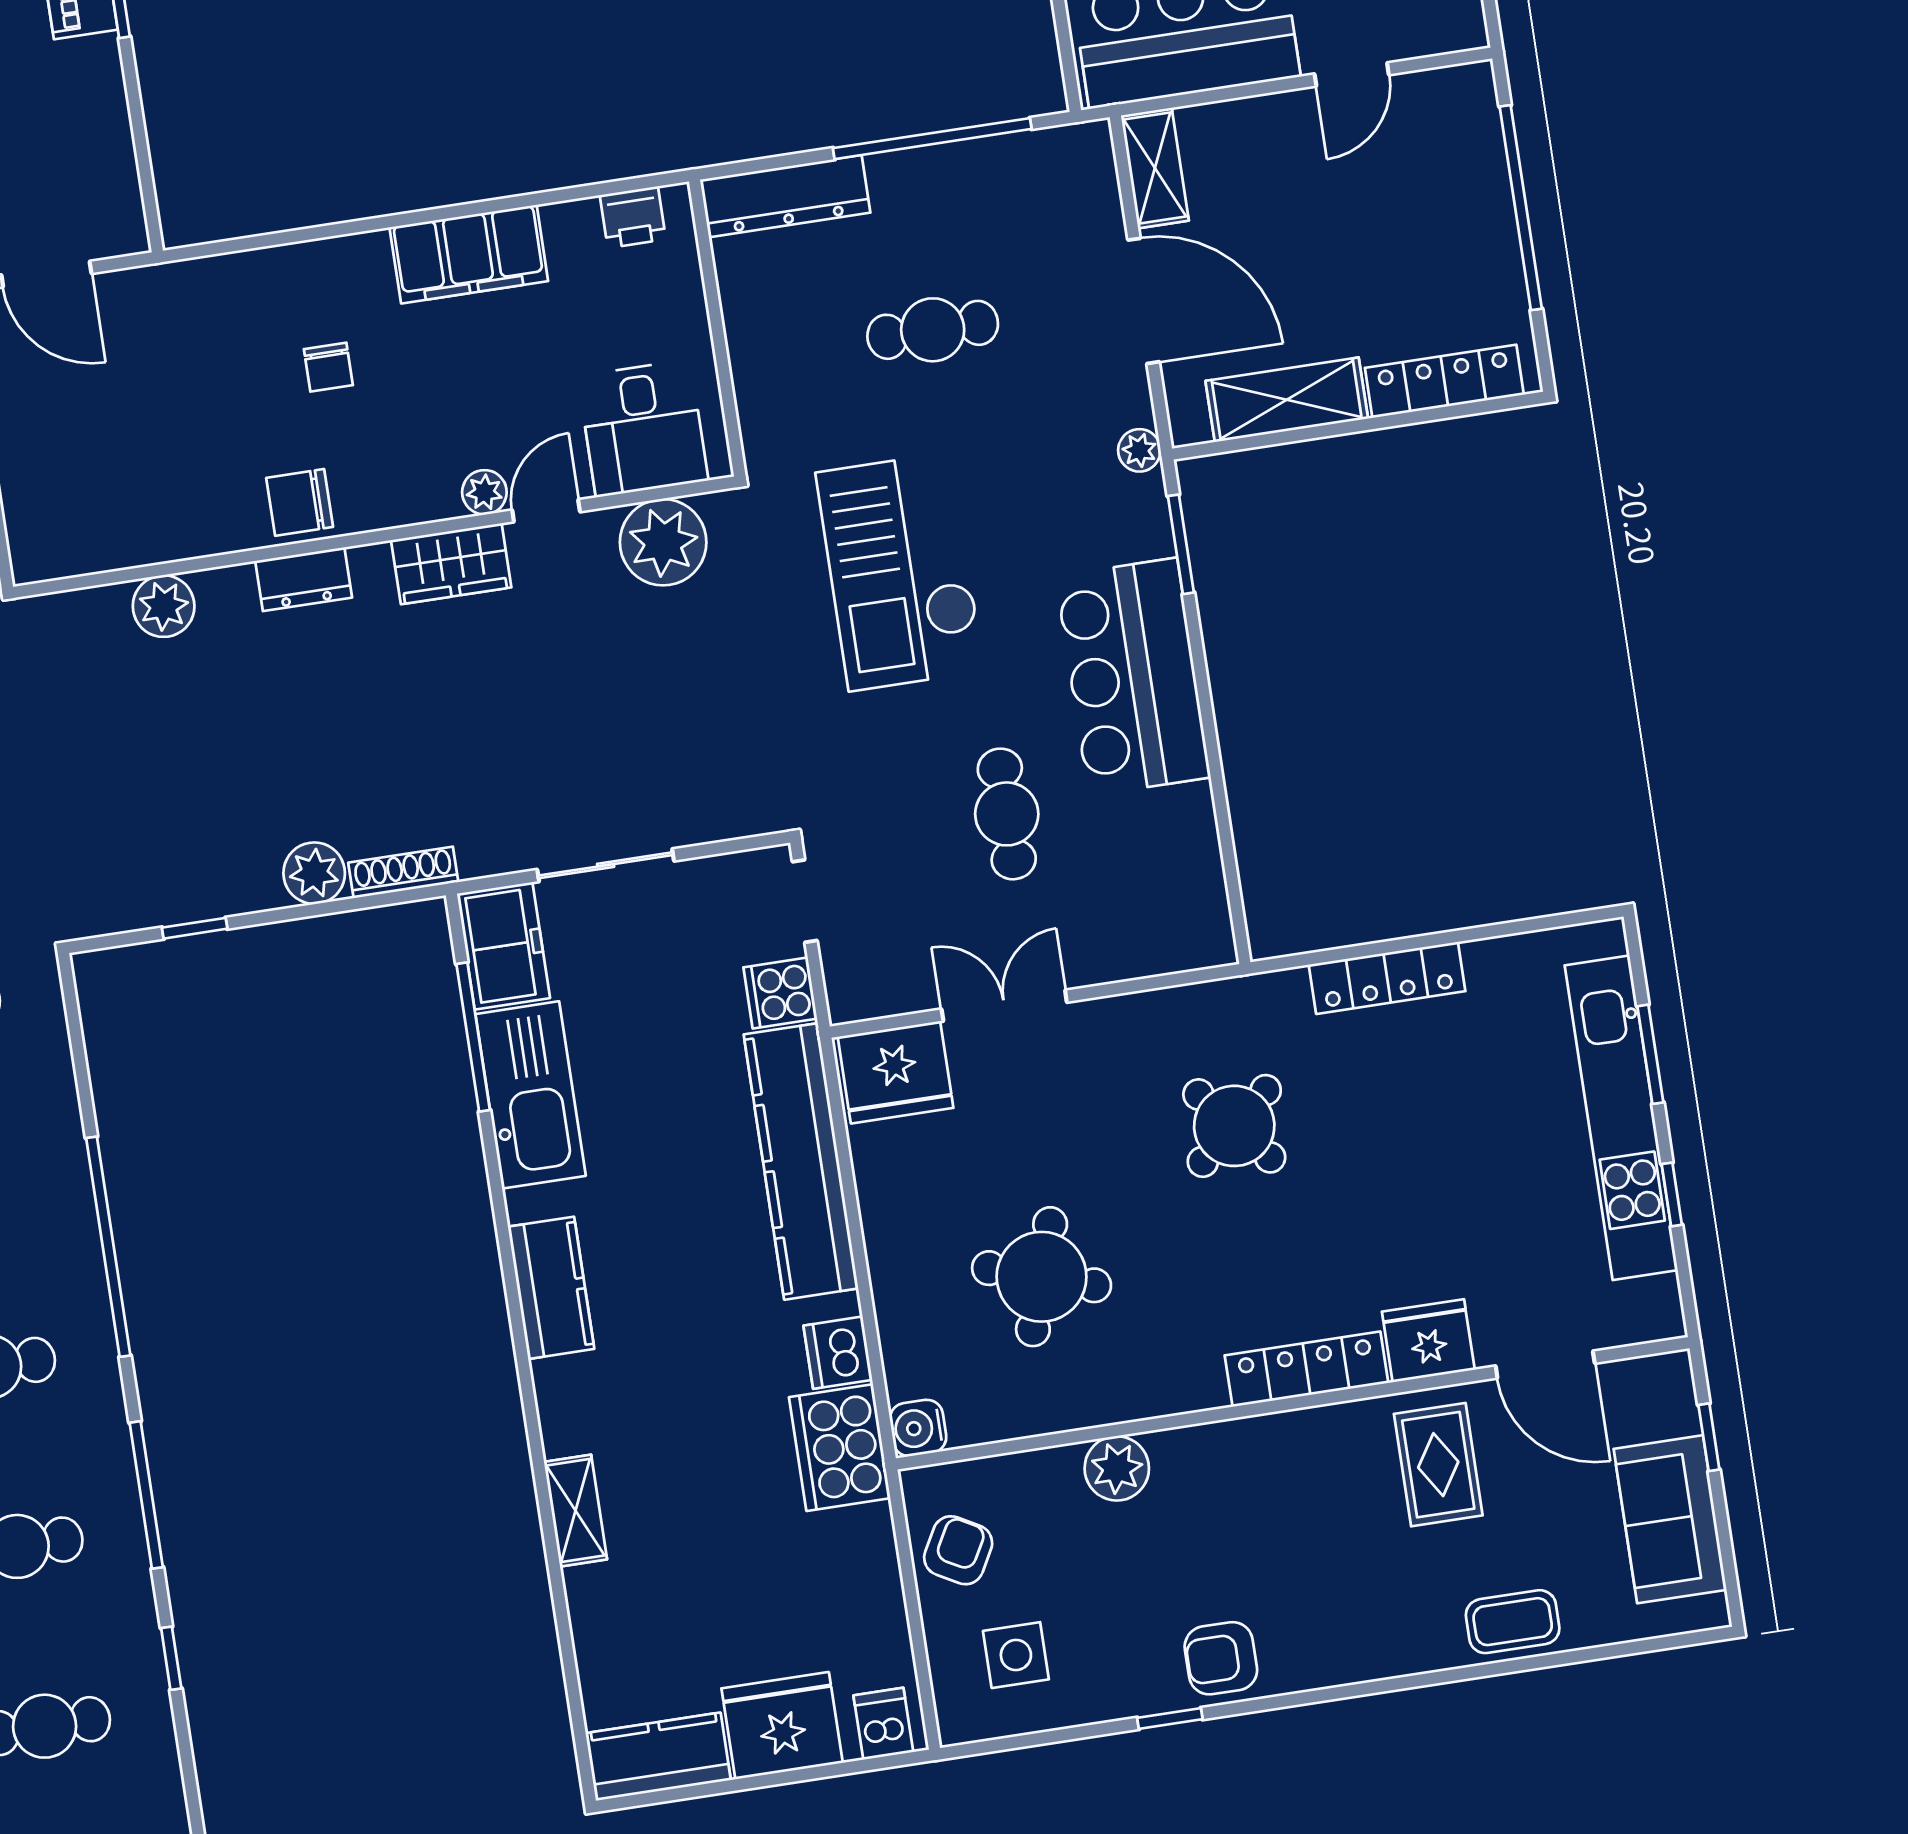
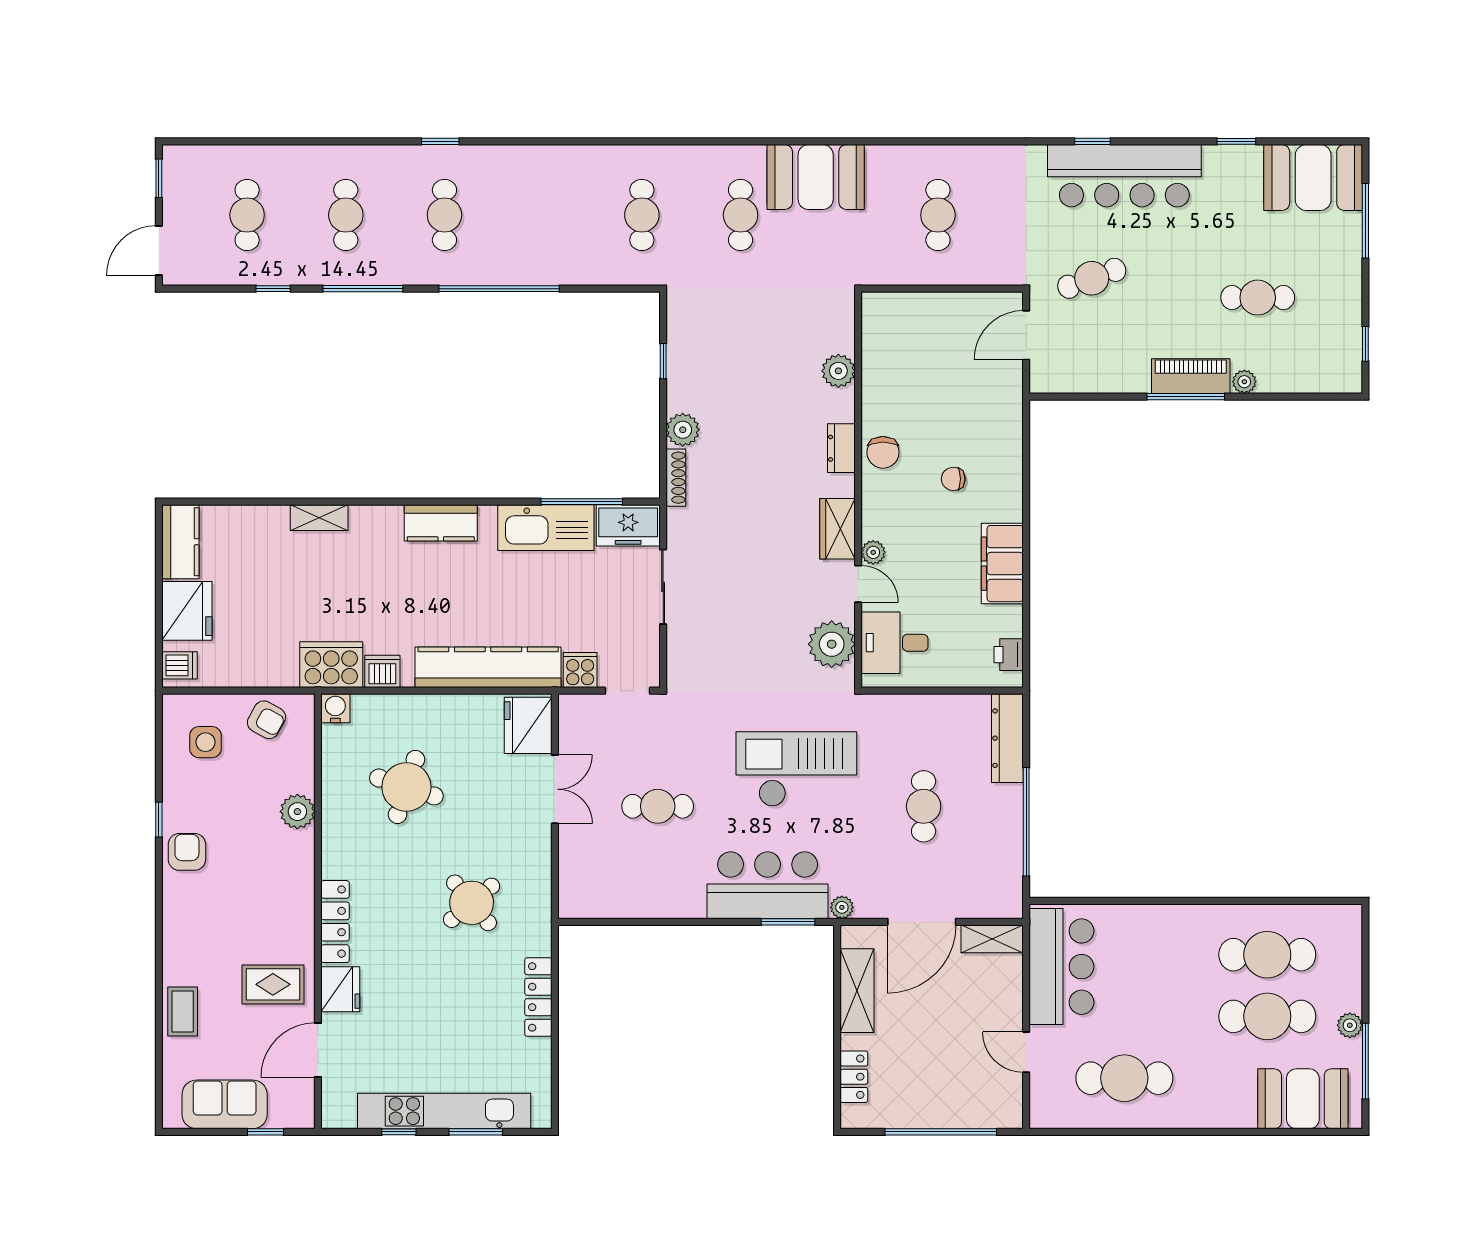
locker: (1444, 381) -> (854, 1077), width x0.66
chair: (300, 502) -> (883, 452), turned 180
bar counter: (1133, 677) -> (768, 885), moved

